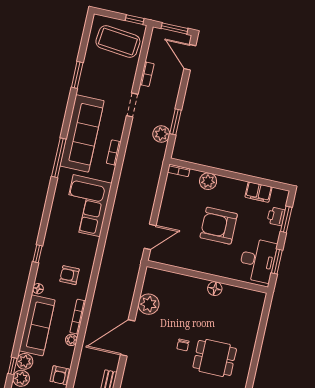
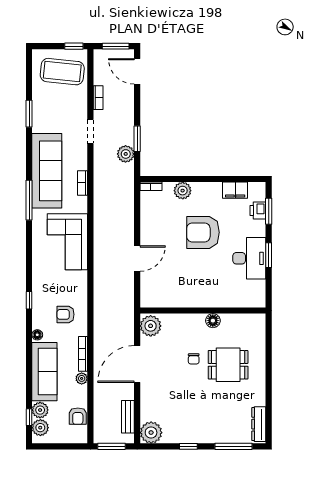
wall: (207, 277) -> (203, 311), moved
floor lamp: (215, 289) -> (213, 321), moved

